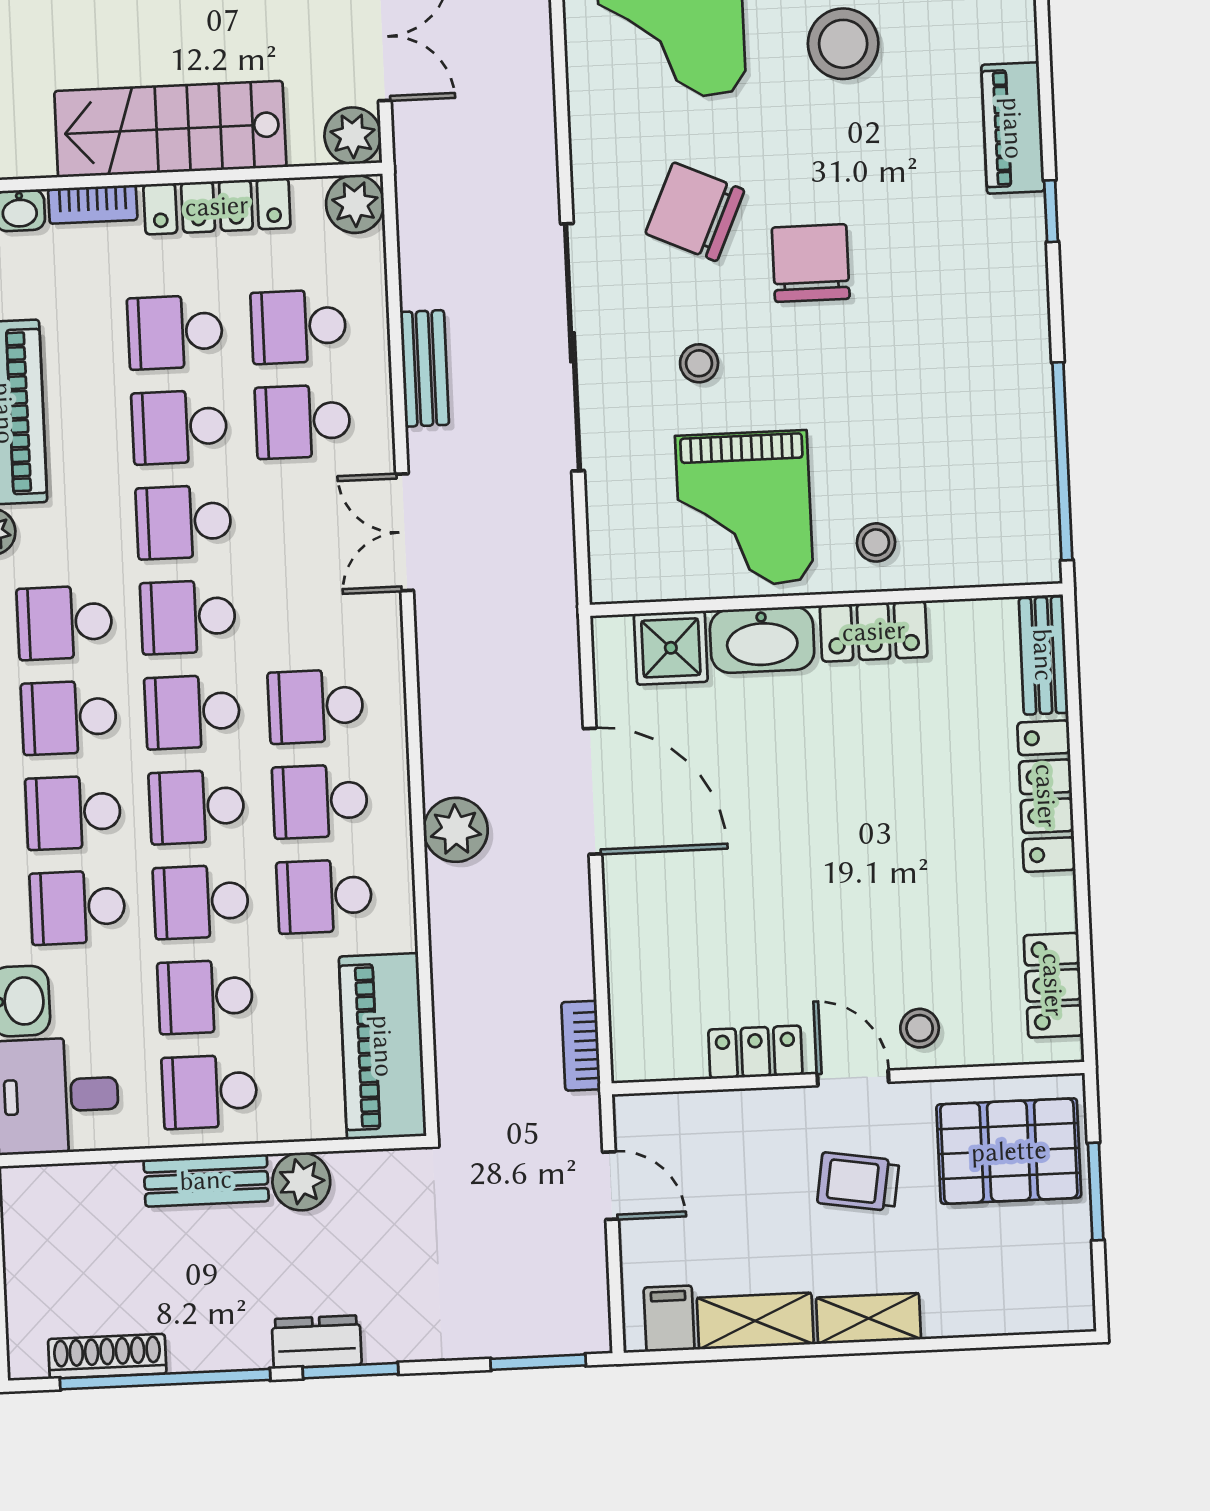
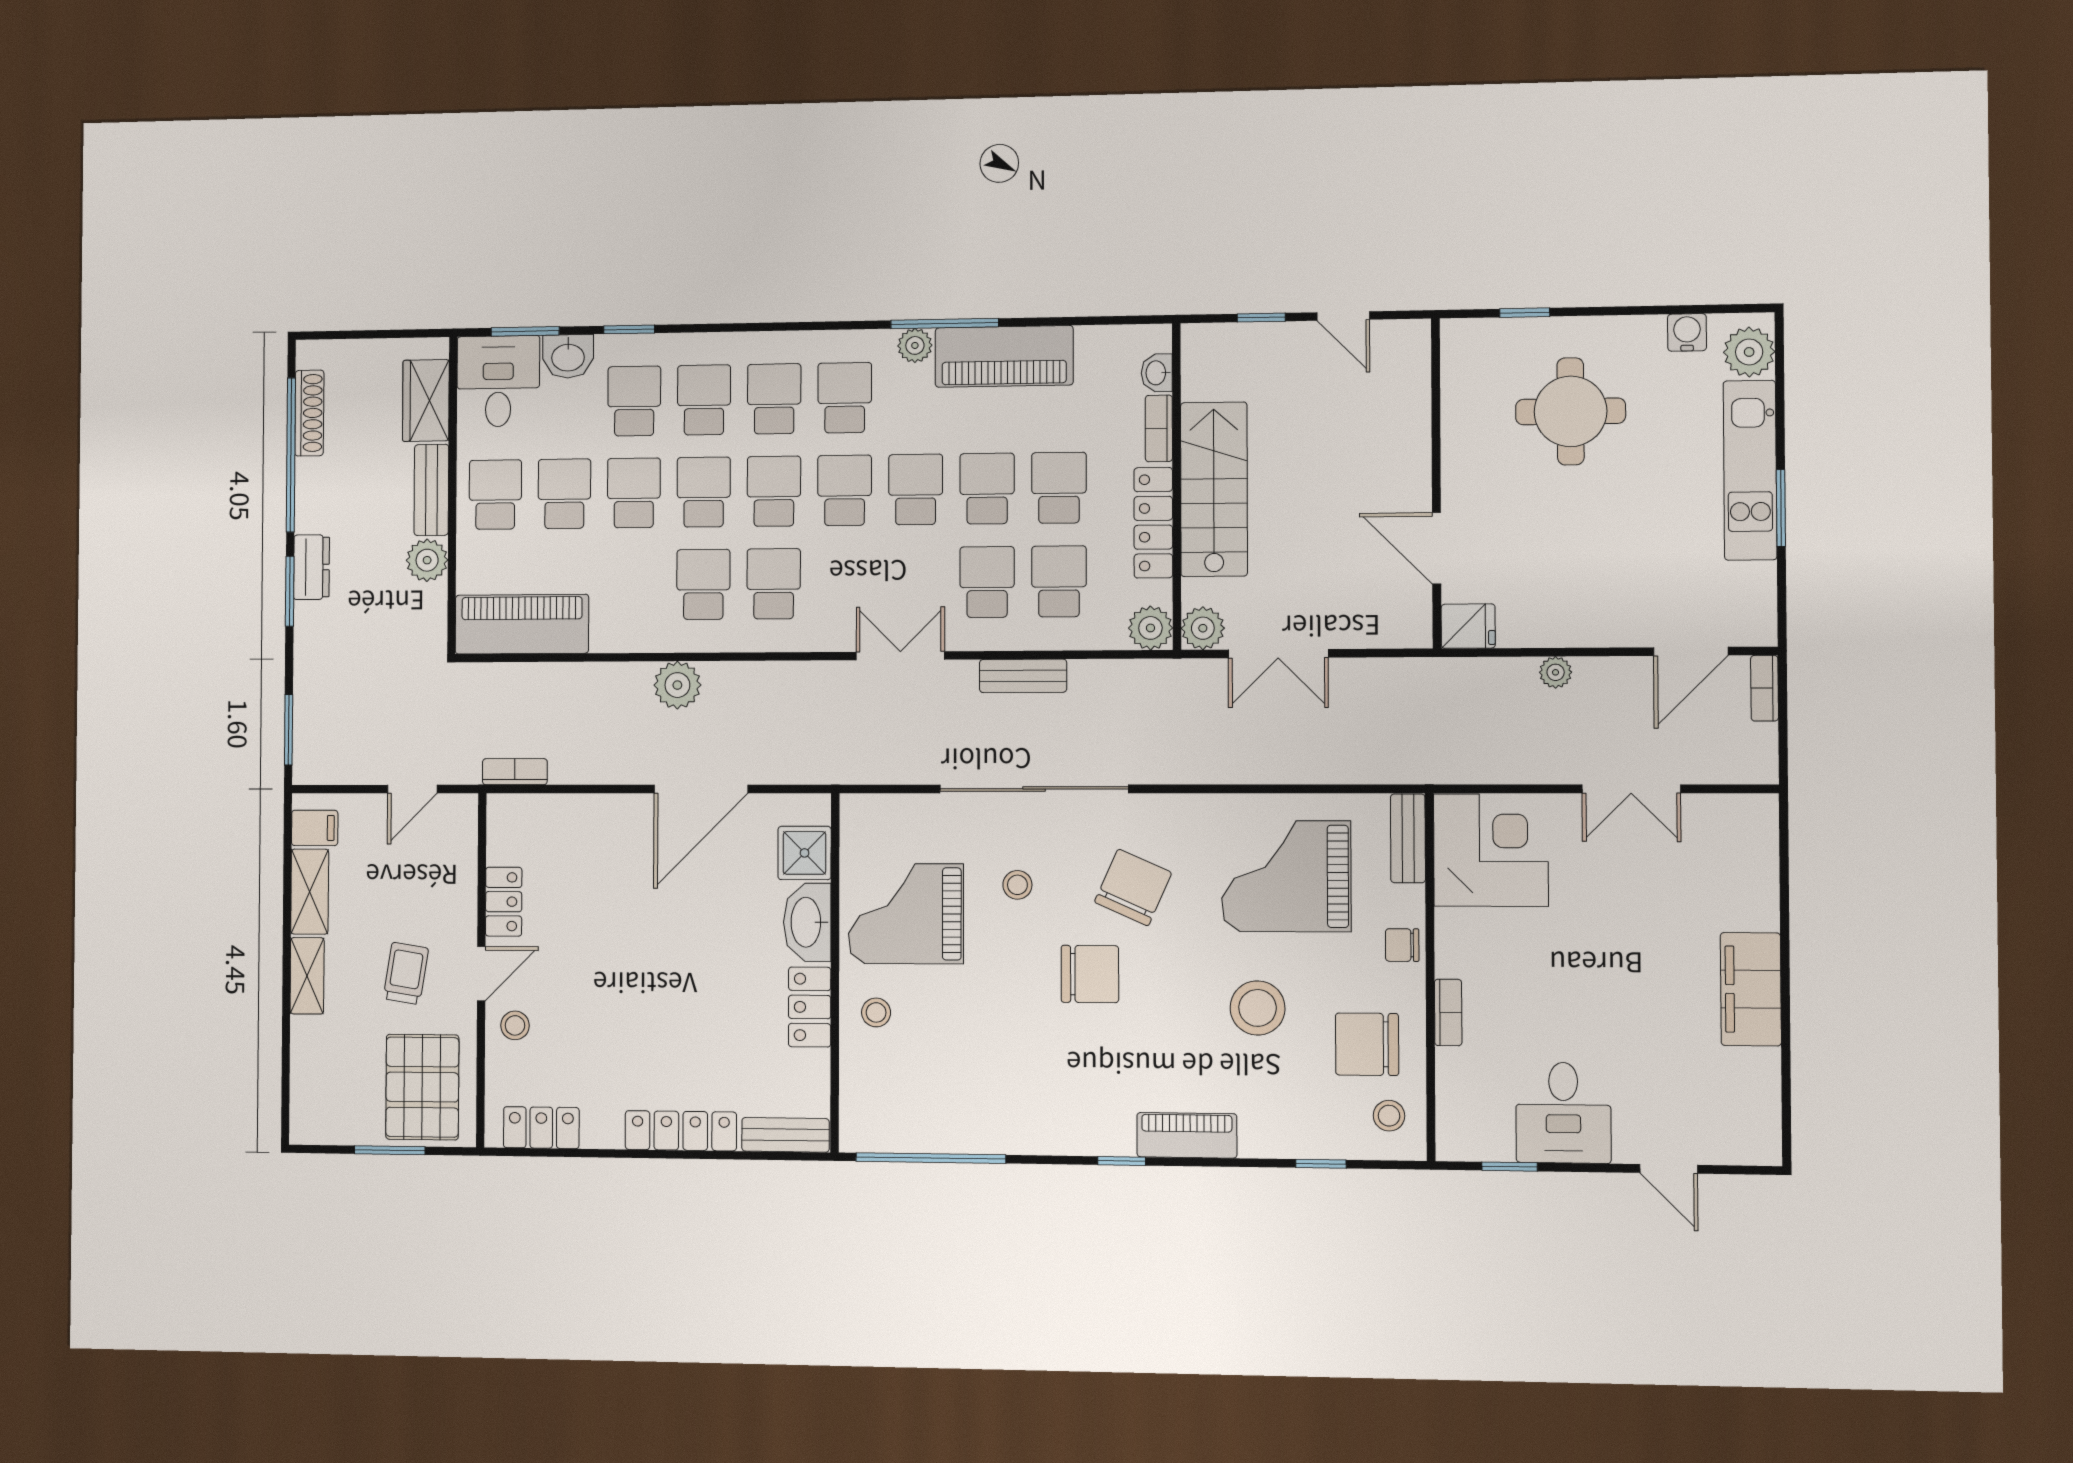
school desk: (324, 896) -> (633, 585), removed
wardrobe: (85, 1194) -> (426, 400), added

